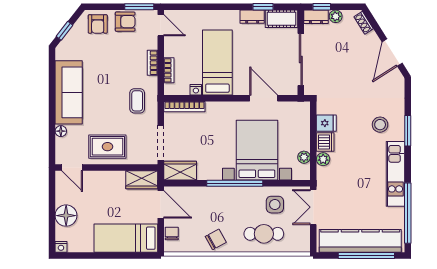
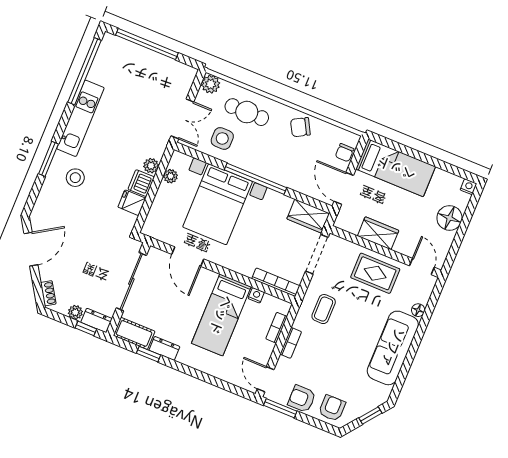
wardrobe: (142, 180) -> (378, 233), moved
kitchen counter: (360, 241) -> (147, 62), removed
plant: (302, 244) -> (211, 84), added

